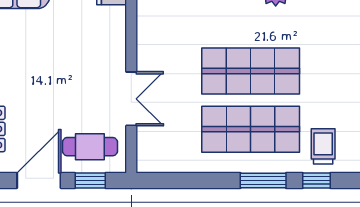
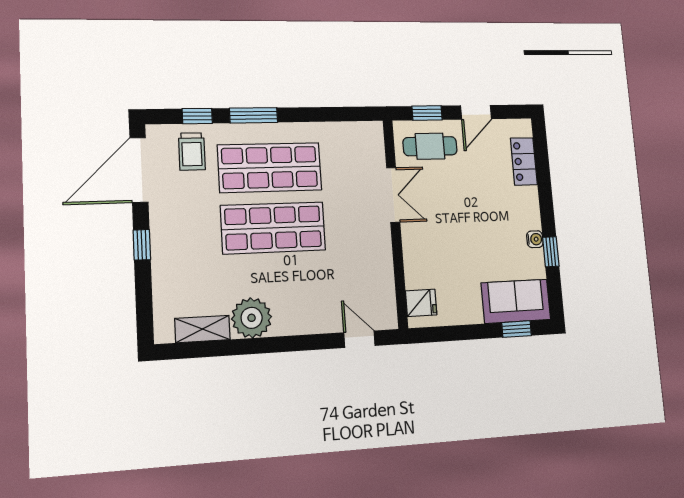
double door: (131, 99) -> (393, 195), swing flipped
door: (39, 181) -> (476, 112), width x0.73

